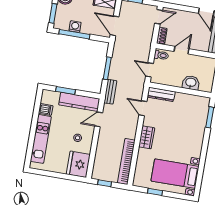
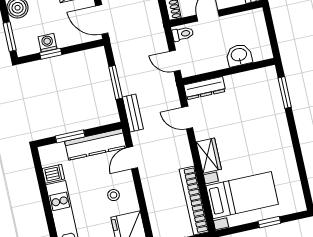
window: (74, 34) -> (51, 54), width x0.46
bed with nightstands: (175, 174) -> (242, 195), moved, turned 180
window: (155, 192) -> (269, 222), moved

